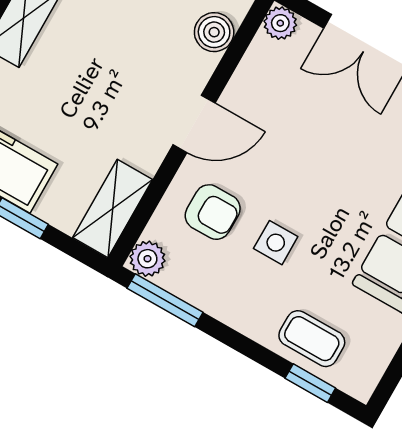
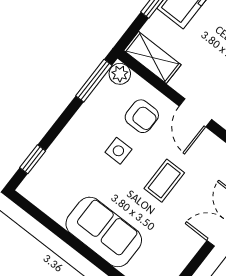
armchair: (213, 212) -> (142, 116), turned -90
coffee table: (312, 339) -> (164, 181), moved

